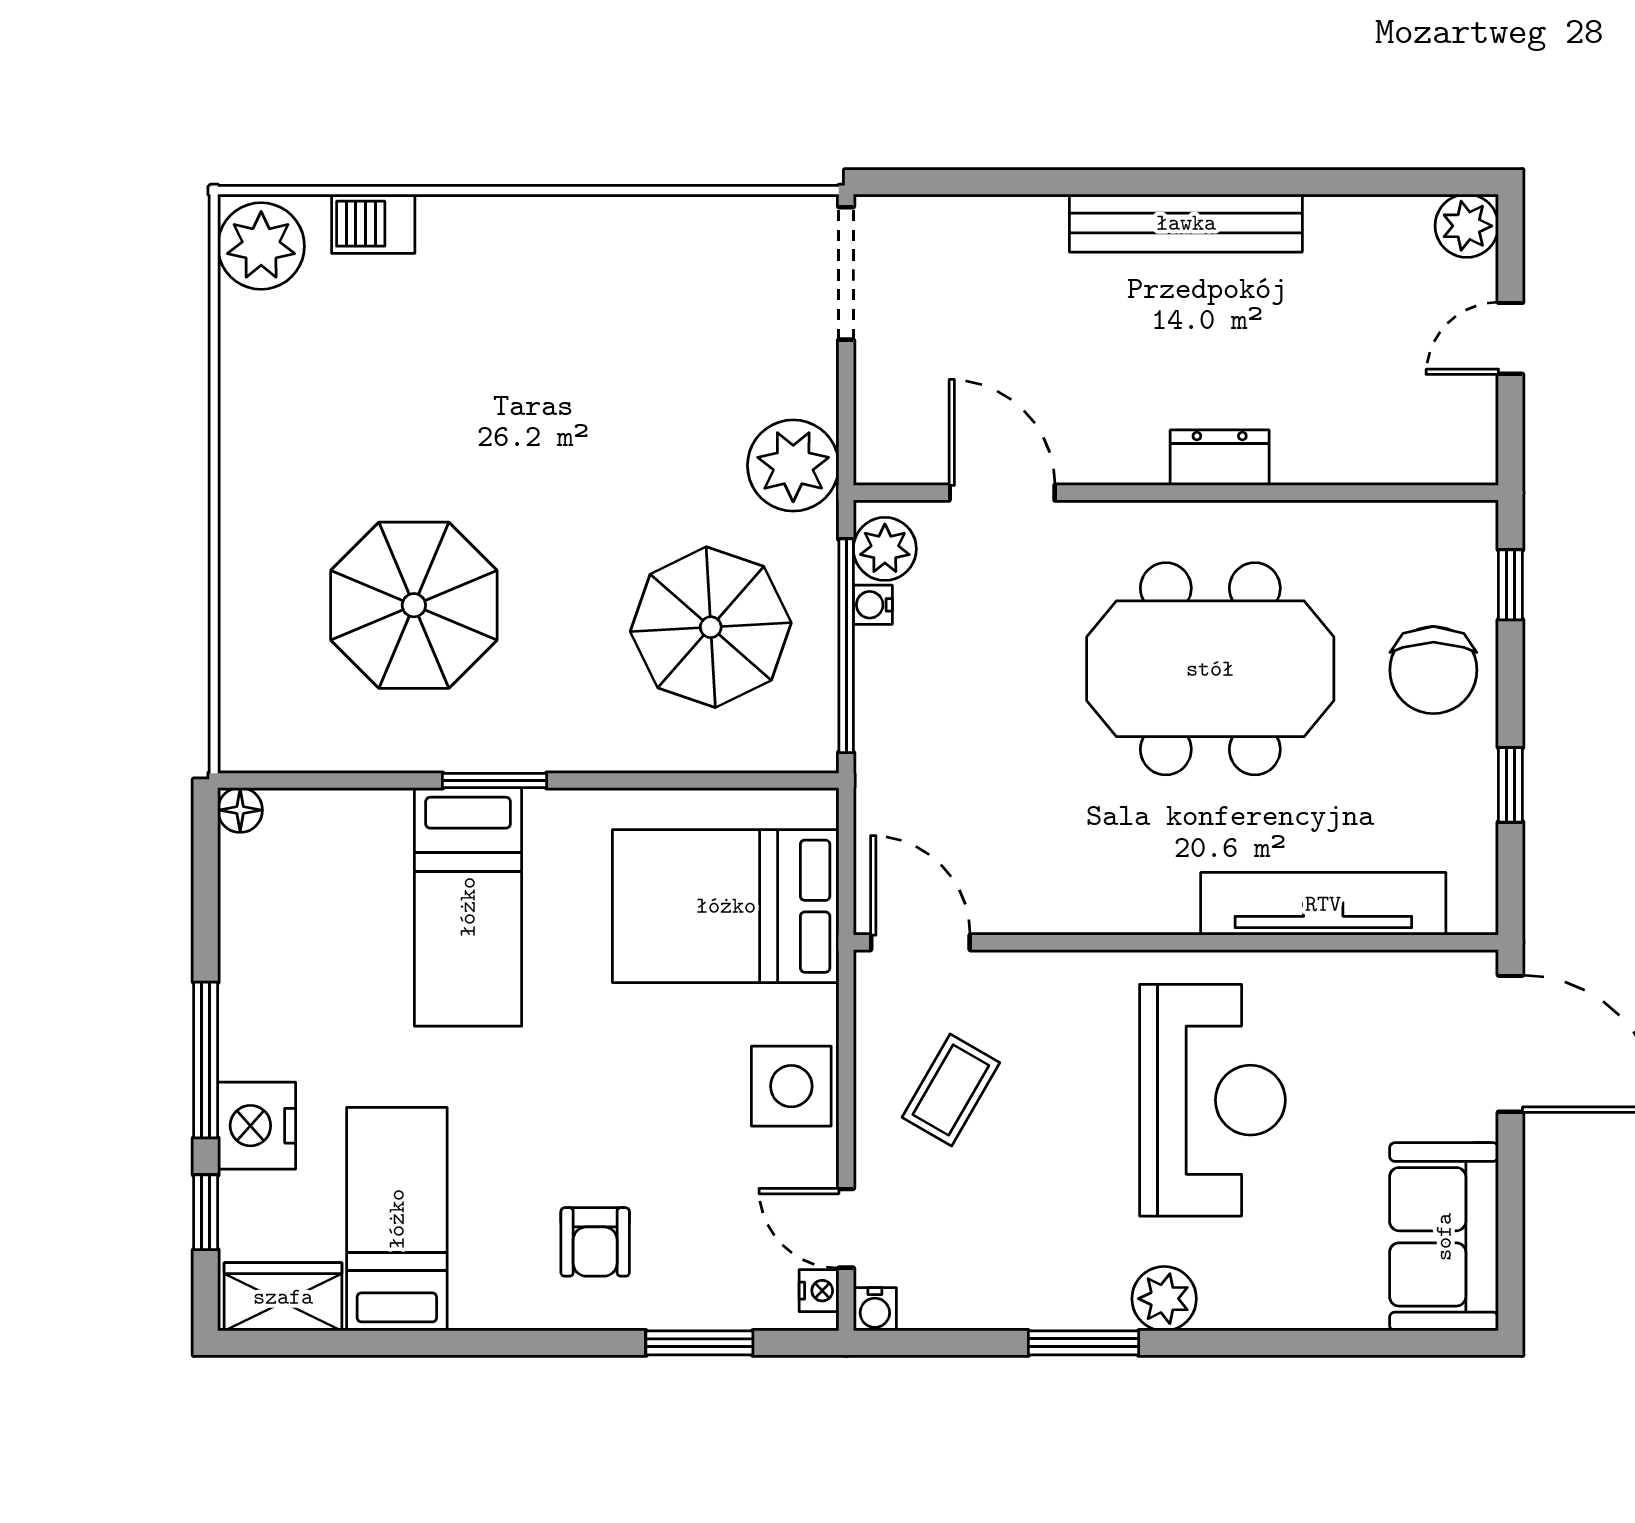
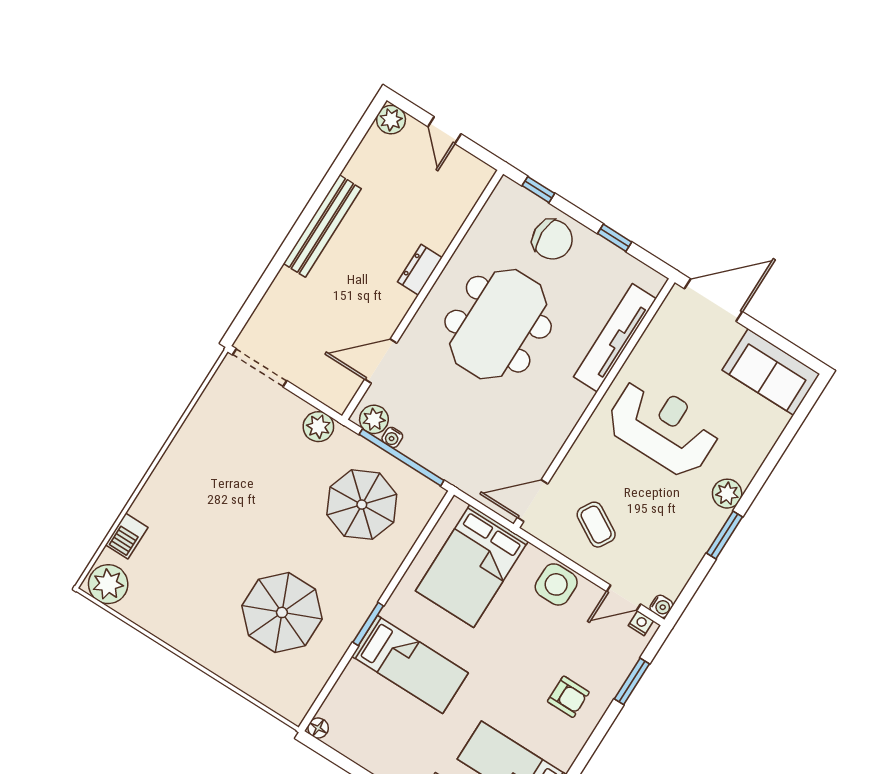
plant: (793, 466) -> (318, 427), width x0.73, depth x0.73

